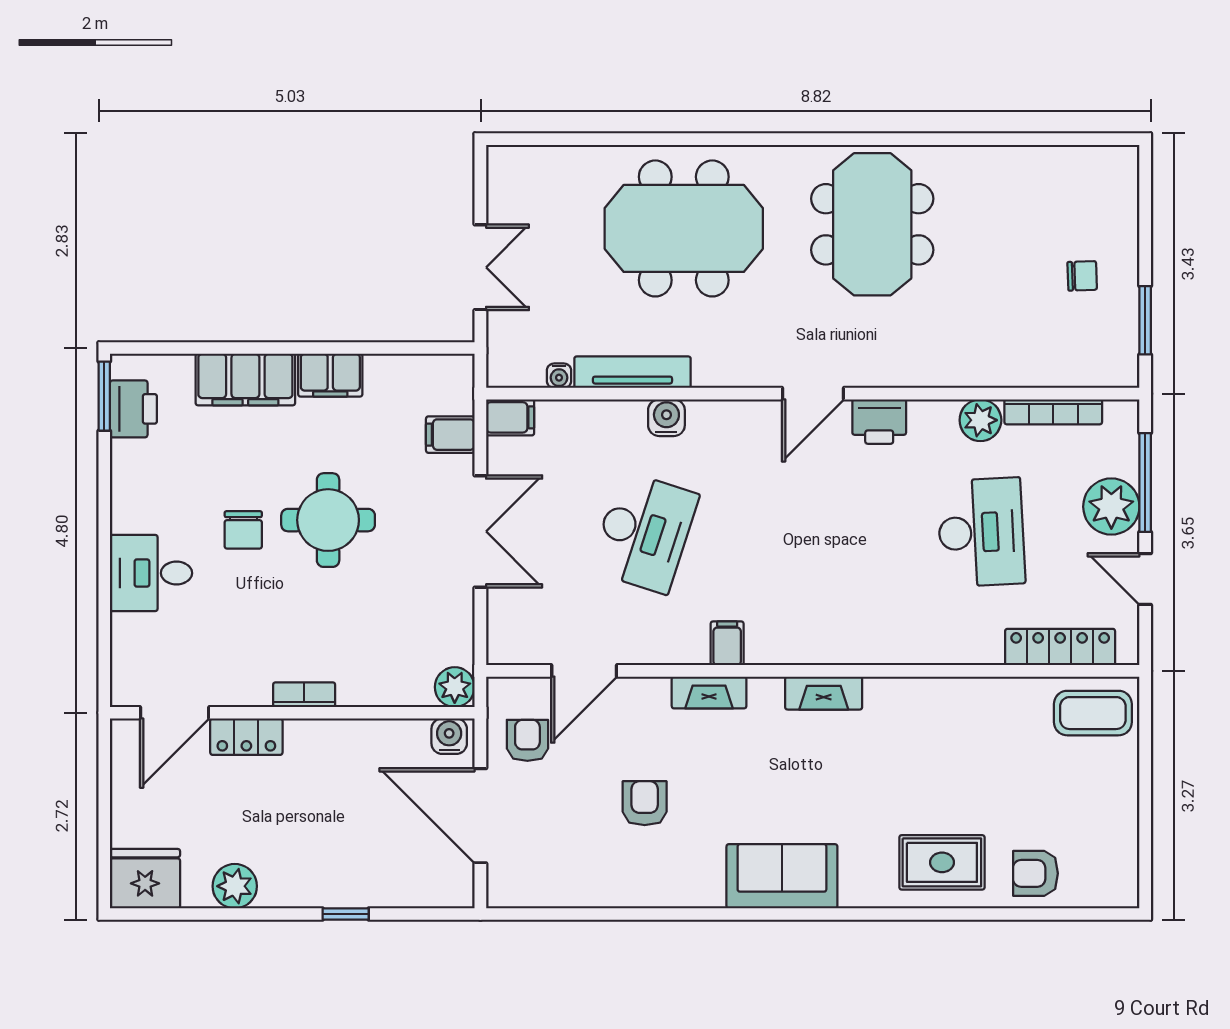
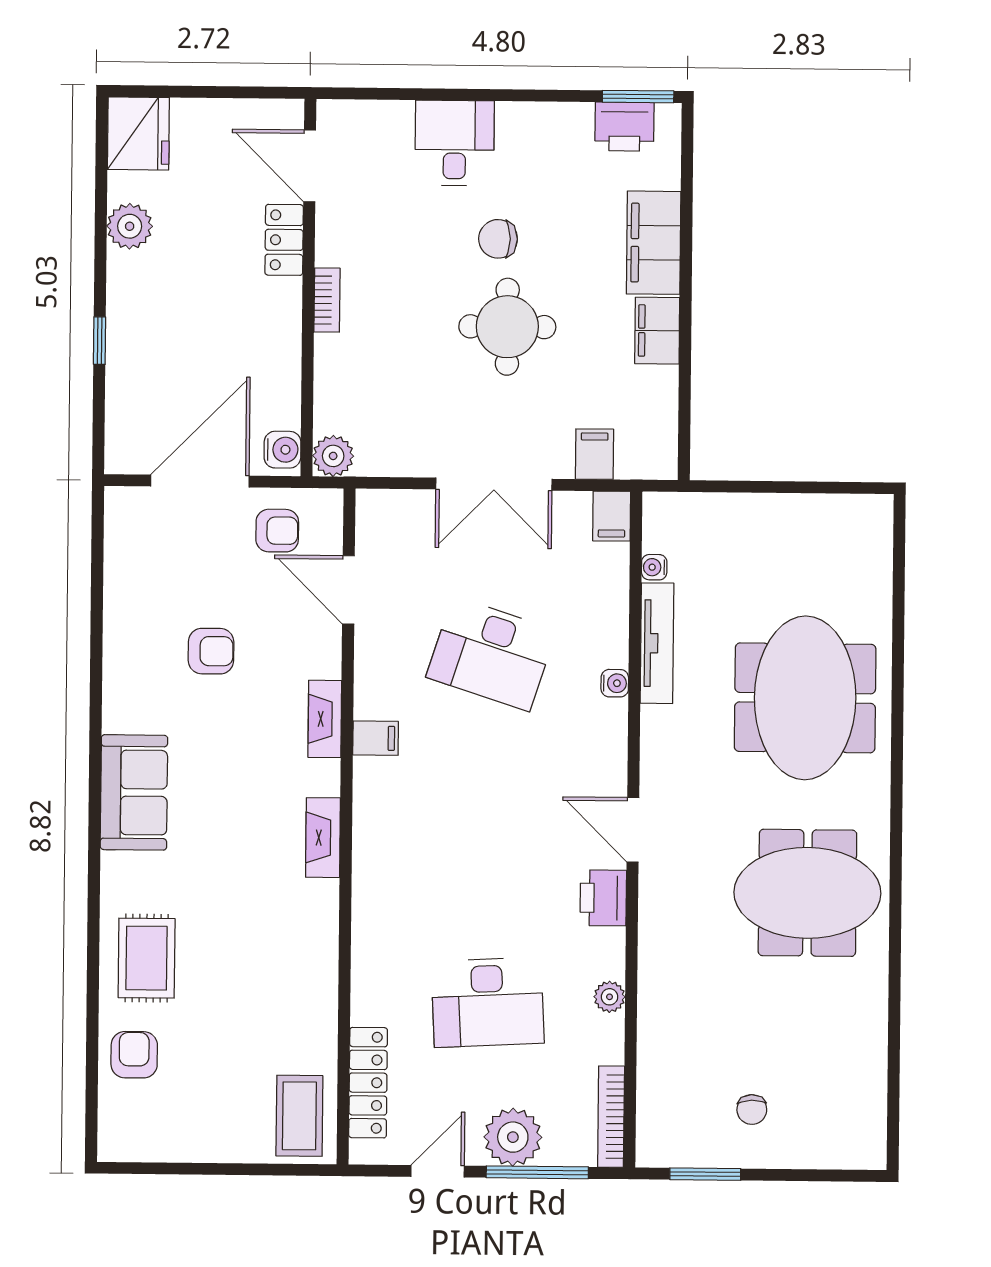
double door: (480, 267) -> (767, 487), removed
bookcase: (1053, 412) -> (611, 1117), moved
water cooler: (666, 418) -> (615, 683), width x0.72, depth x0.72
plant: (980, 420) -> (610, 997), width x0.73, depth x0.73

